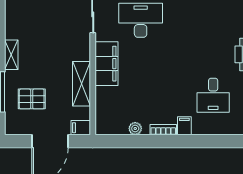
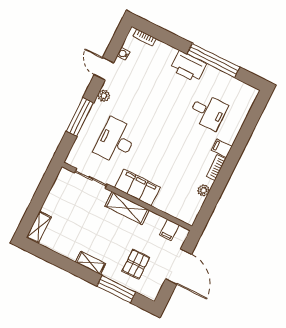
shelving: (81, 84) -> (127, 208), moved
filing cabinet: (81, 128) -> (169, 230), moved

